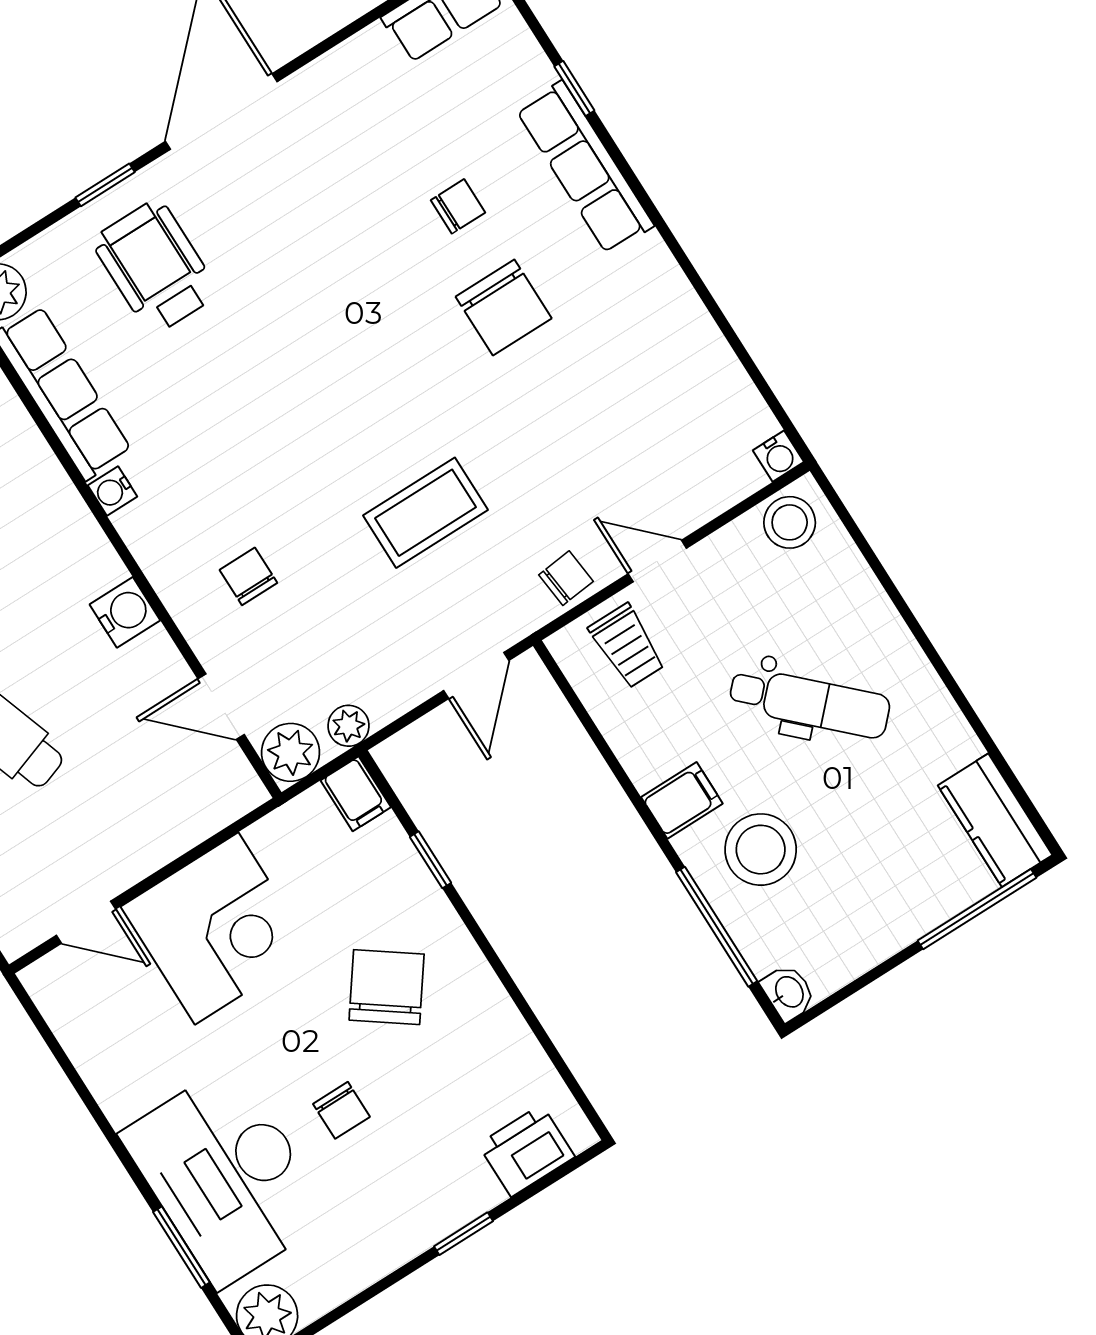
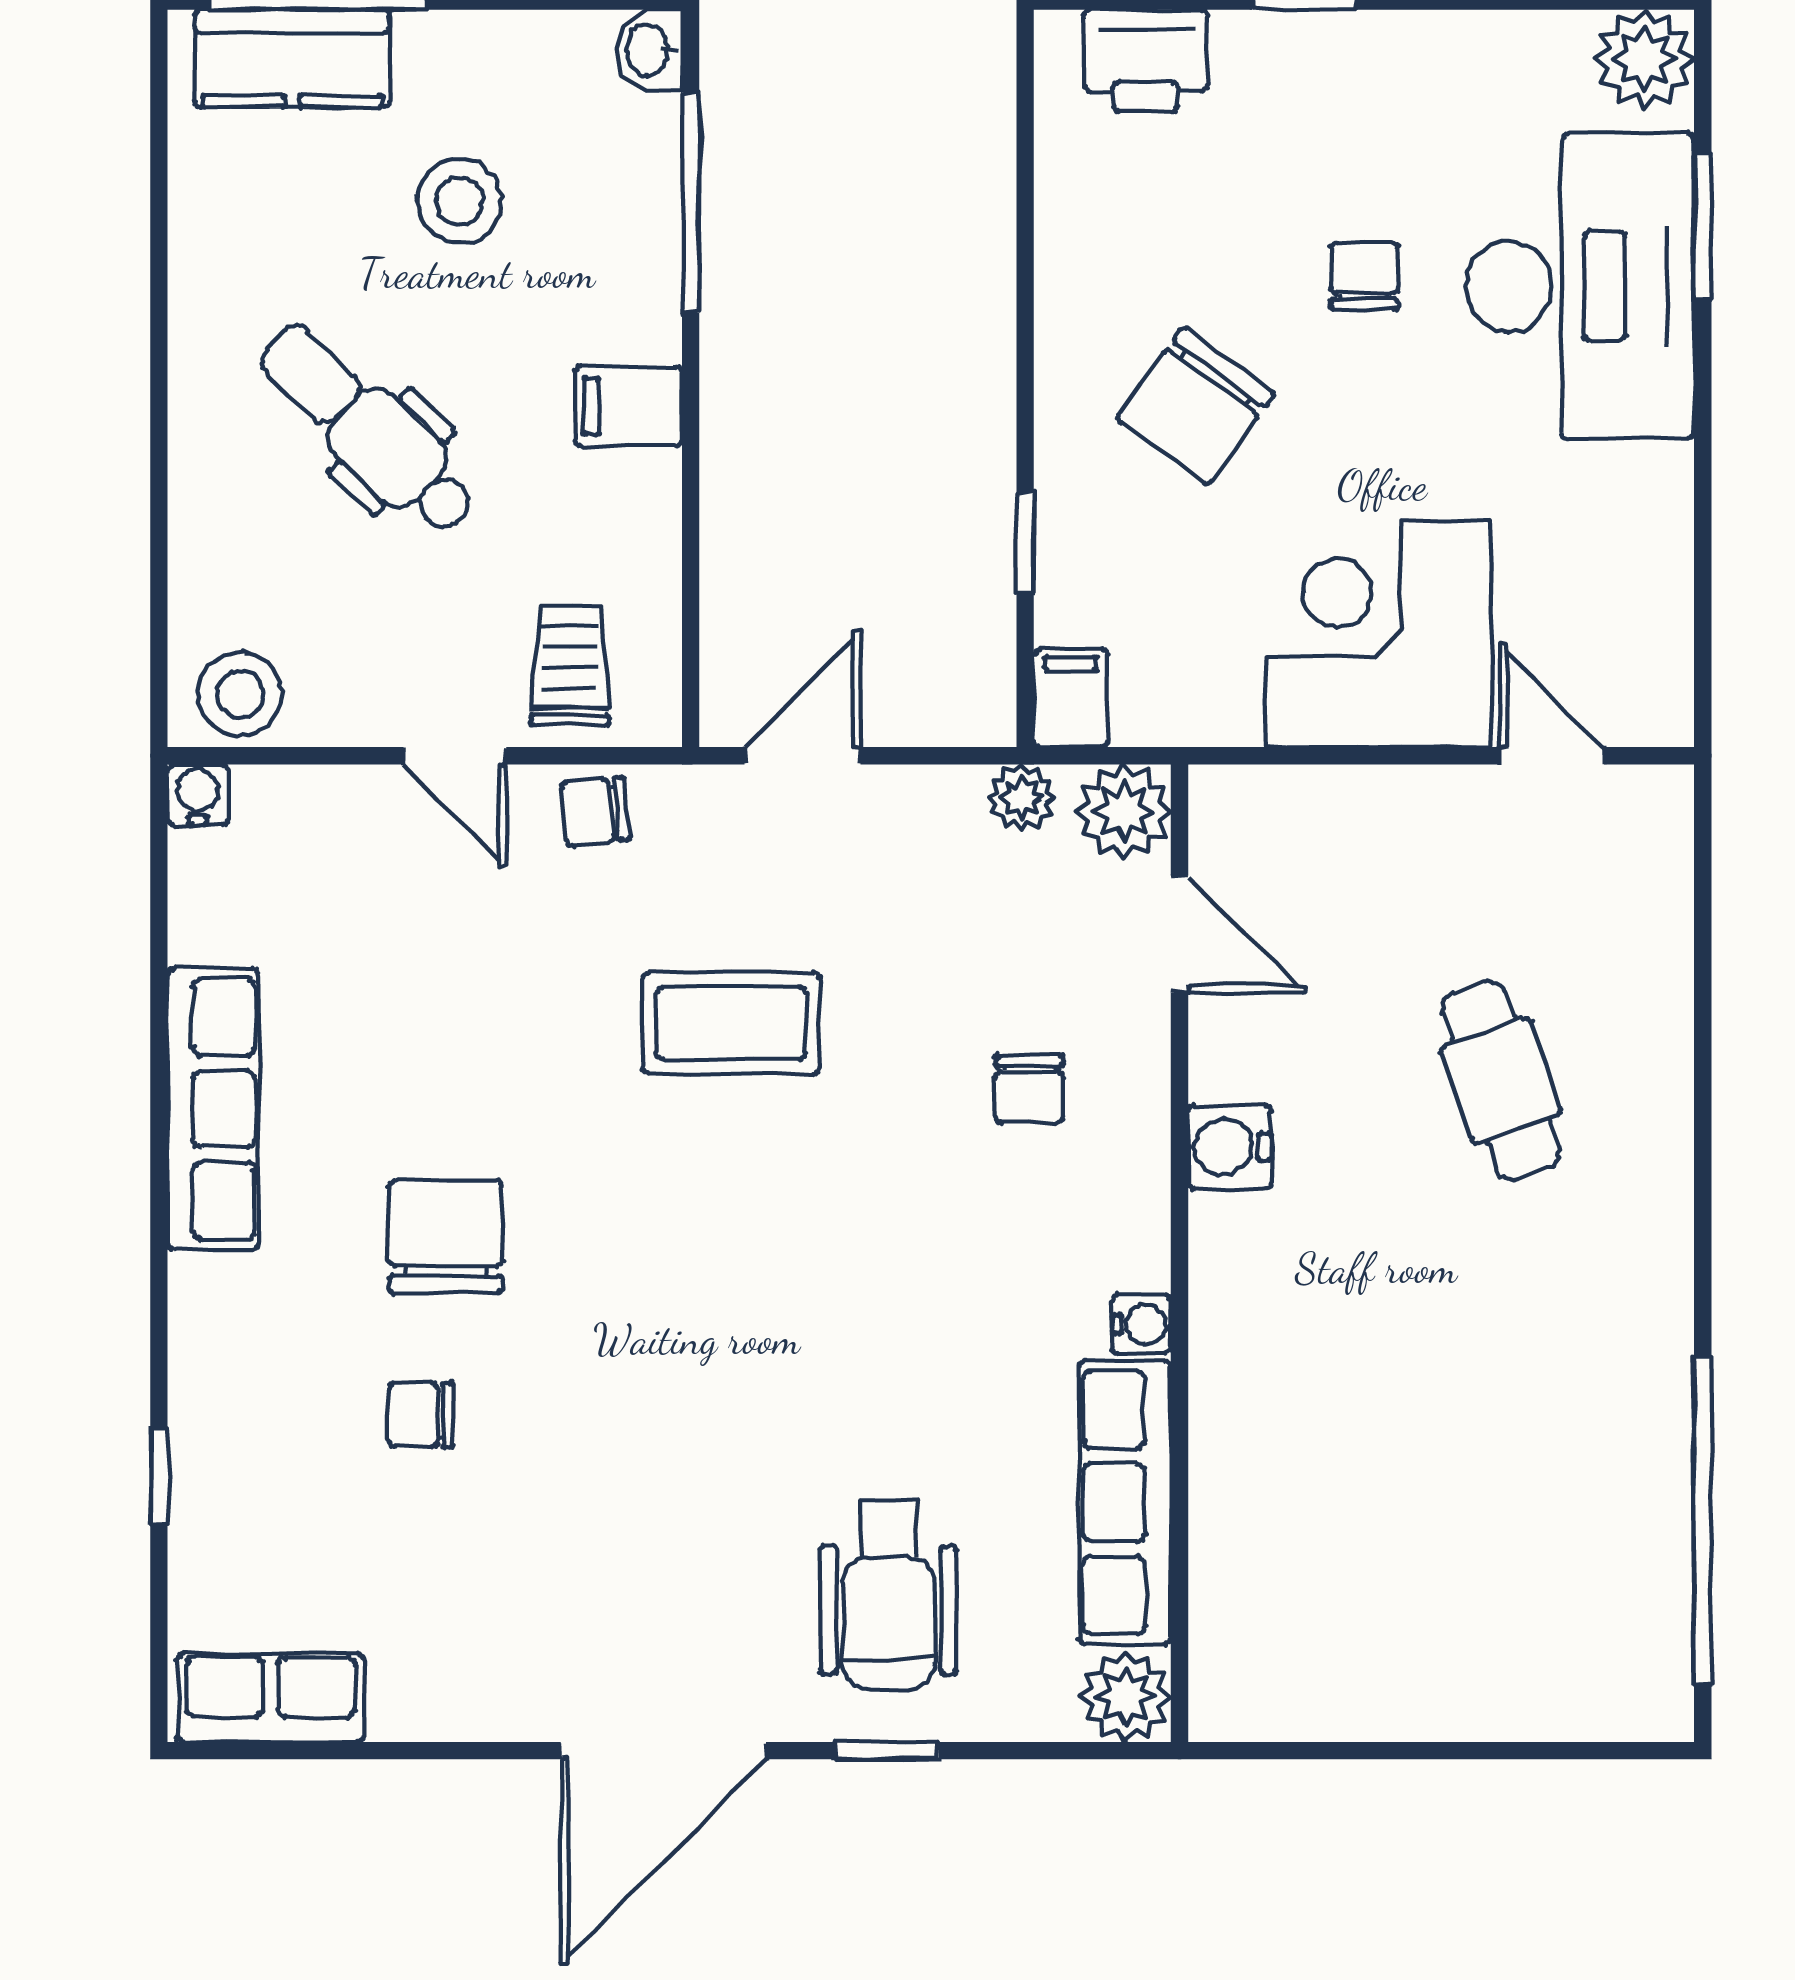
row of seats: (585, 168) -> (213, 1109), moved
kitchen counter: (995, 820) -> (292, 58), moved, turned 90
stool: (761, 850) -> (460, 201), moved, width x0.73, depth x0.73

